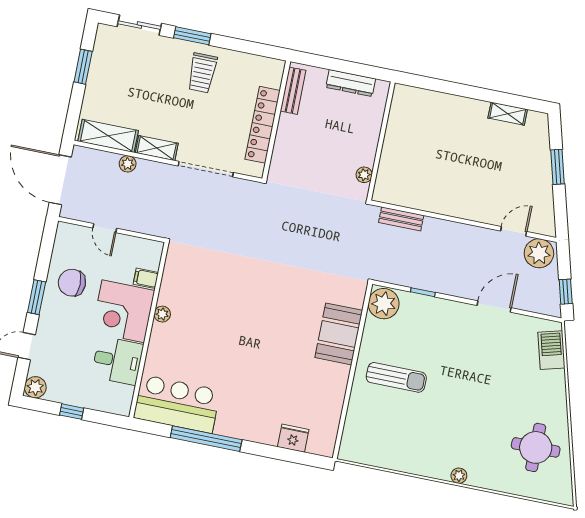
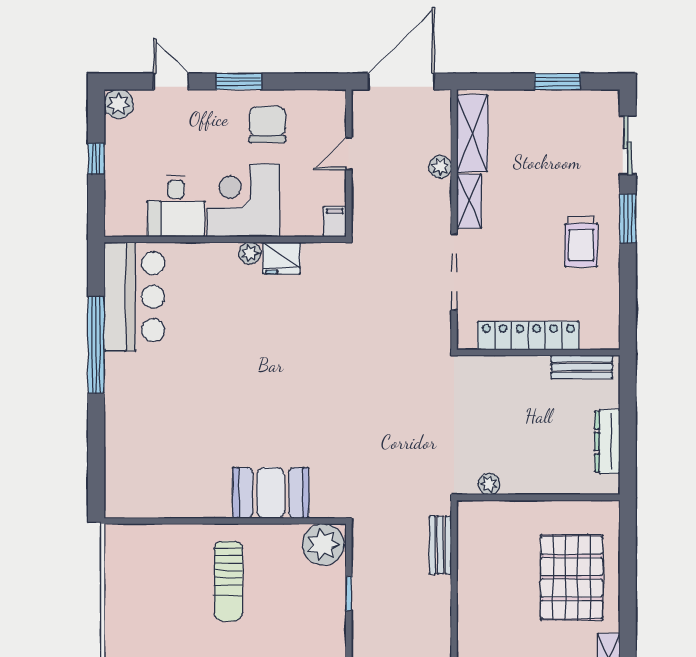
trolley: (202, 73) -> (581, 242), turned -90
pallet: (444, 129) -> (572, 577), added
filing cabinet: (146, 278) -> (335, 222), moved
fridge: (293, 438) -> (282, 258), moved, turned 90

